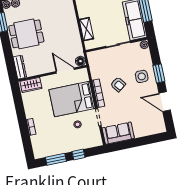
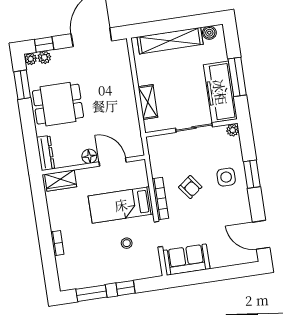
floor lamp: (80, 61) -> (89, 156), moved
bed: (72, 99) -> (121, 205), width x0.67
door: (165, 102) -> (261, 235), moved

